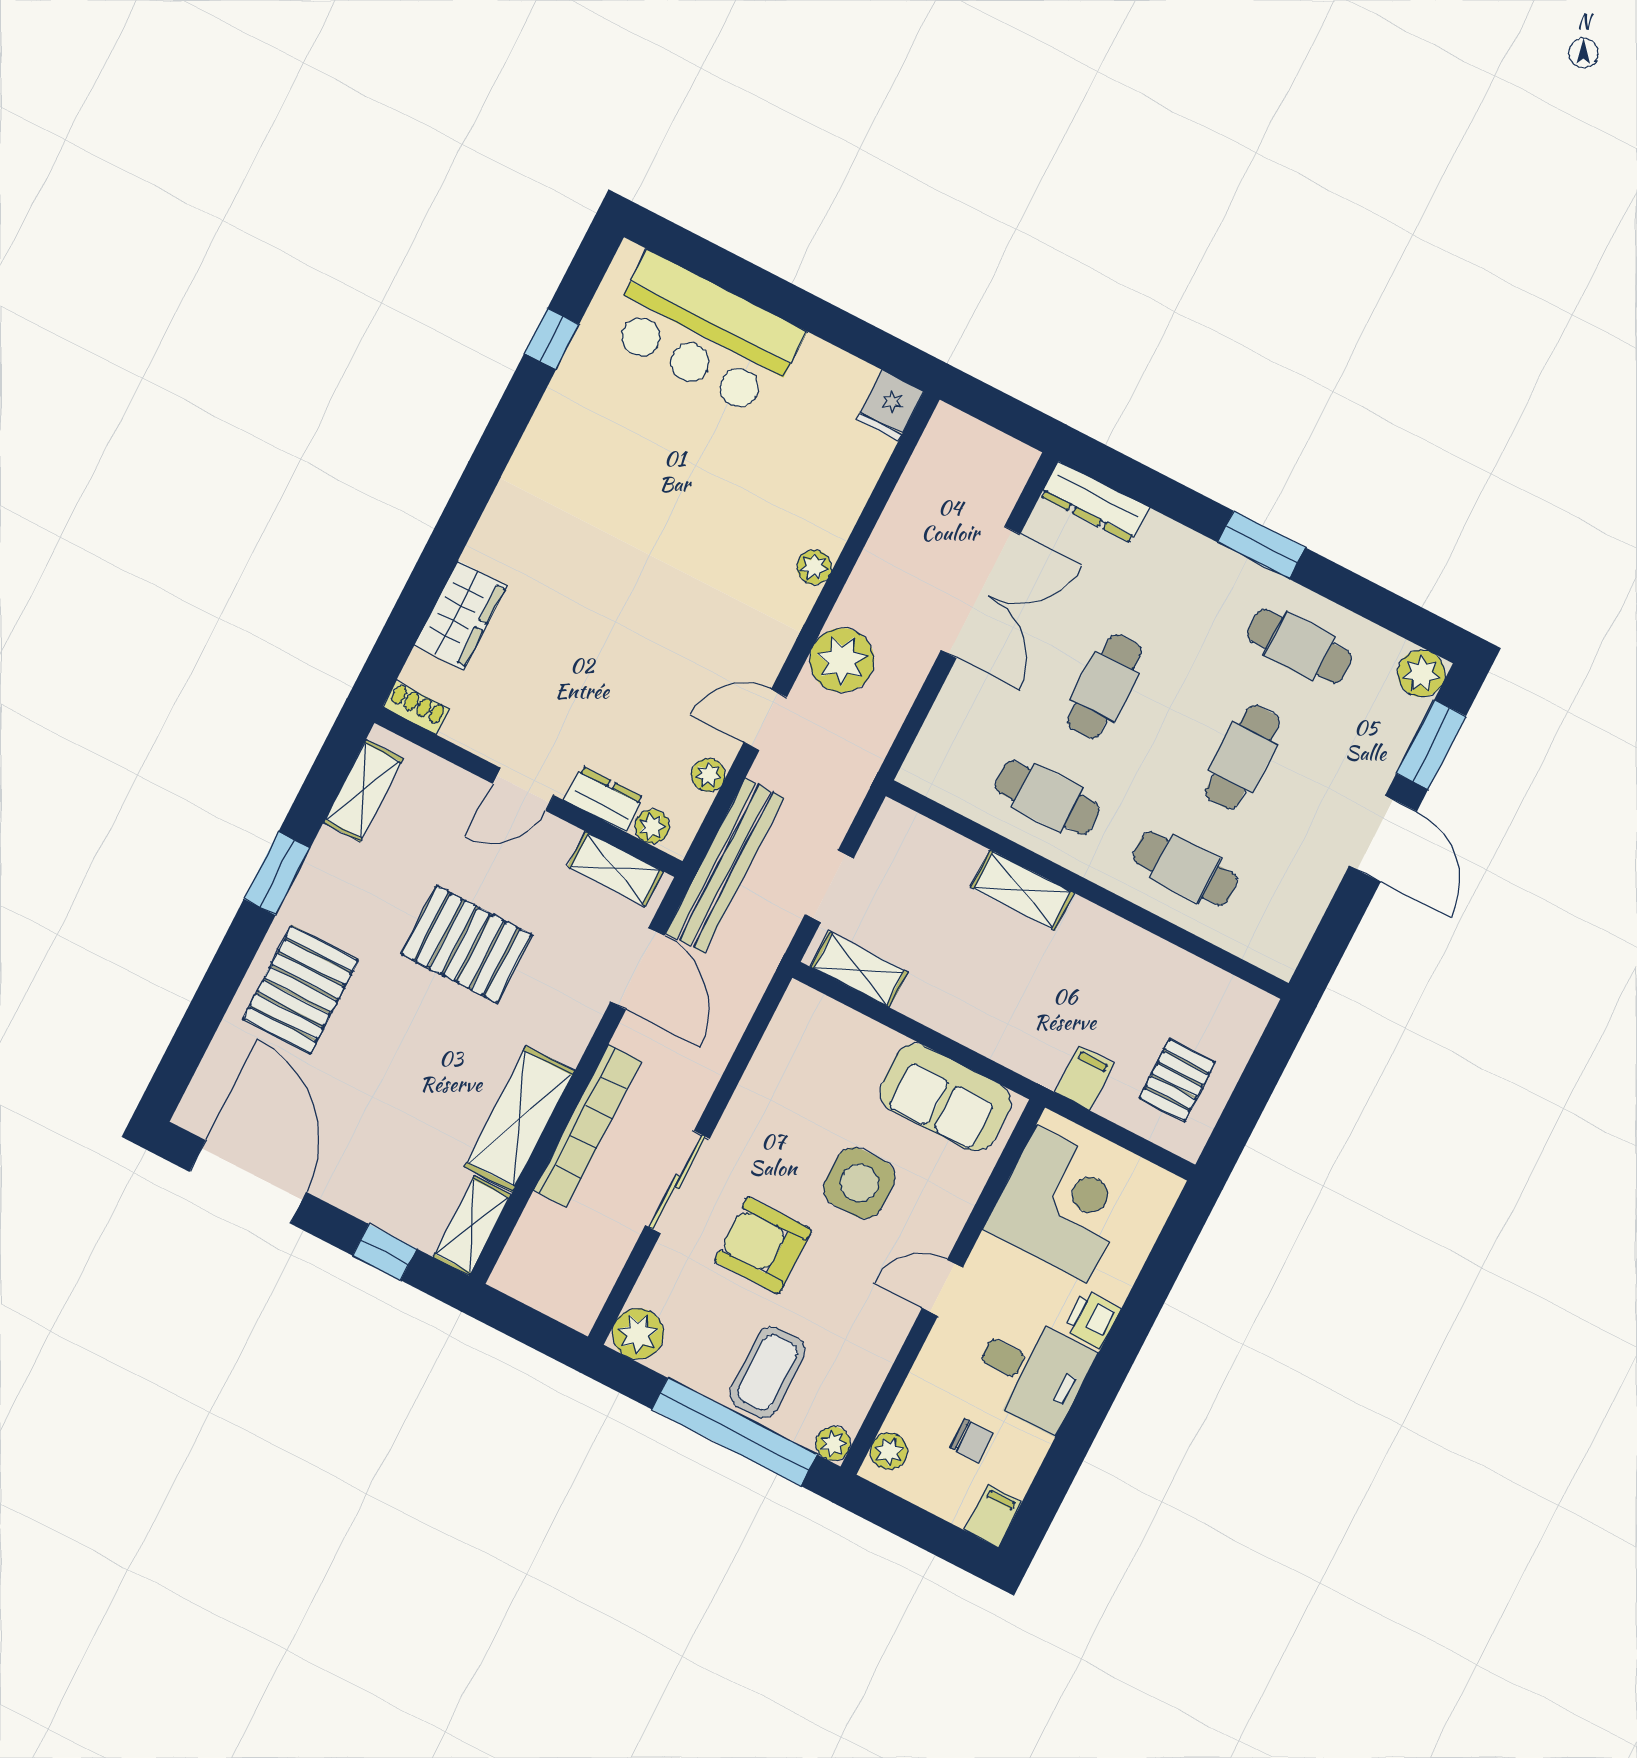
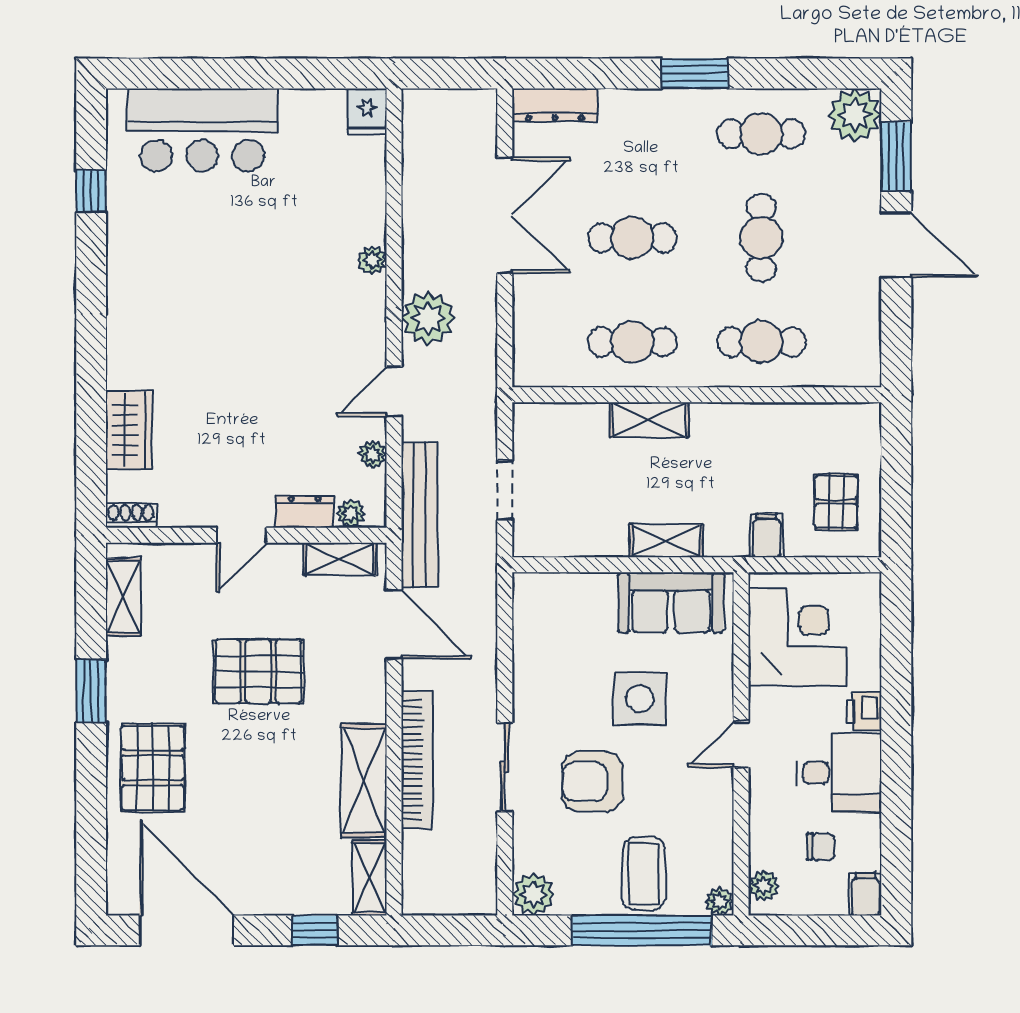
plant: (1421, 674) -> (855, 115), width x1.36, depth x1.36
cafe table: (1104, 686) -> (632, 238), turned 90
shelving: (859, 970) -> (666, 541), moved

